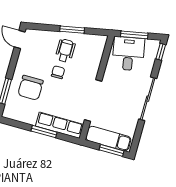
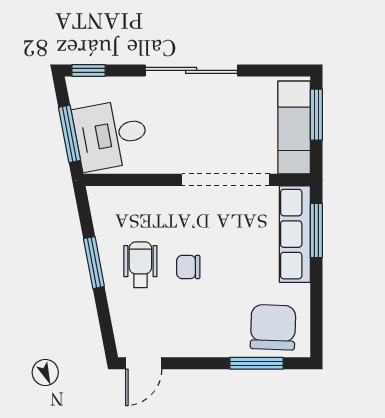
wheelchair: (65, 51) -> (140, 265), turned 90
chair: (31, 88) -> (273, 327), moved, turned -88
window: (44, 132) -> (316, 230), moved

